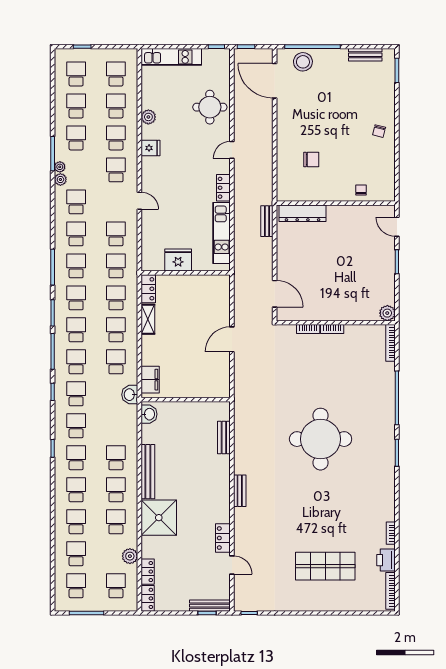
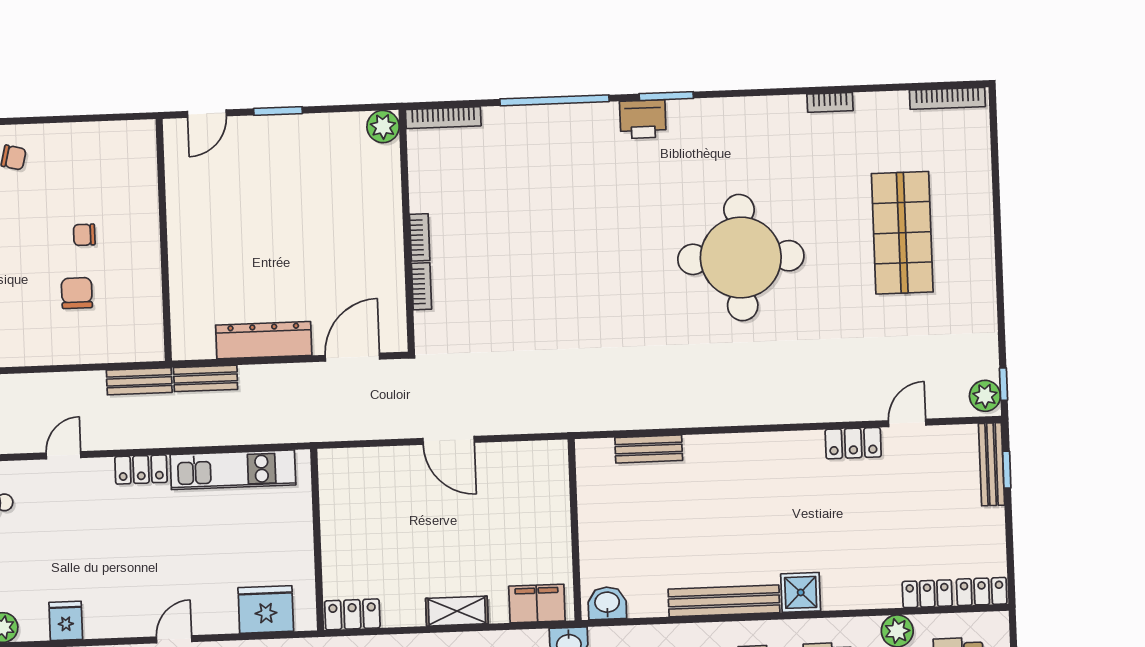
door: (232, 150) -> (64, 455), swing flipped
chair: (361, 190) -> (84, 235), moved
dresser: (303, 213) -> (264, 340), moved, turned -90
fridge: (178, 260) -> (266, 609), moved, turned 90
shelving: (148, 319) -> (457, 611), moved
round table: (321, 439) -> (741, 258), moved
bench: (240, 491) -> (139, 381), moved
shower: (159, 518) -> (801, 592), width x0.54, depth x0.54
printer: (386, 560) -> (643, 119), moved
plant: (244, 604) -> (985, 396), added

